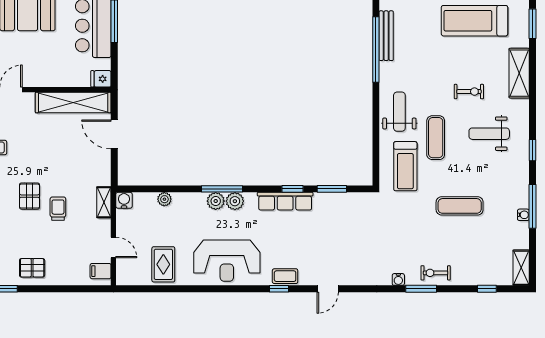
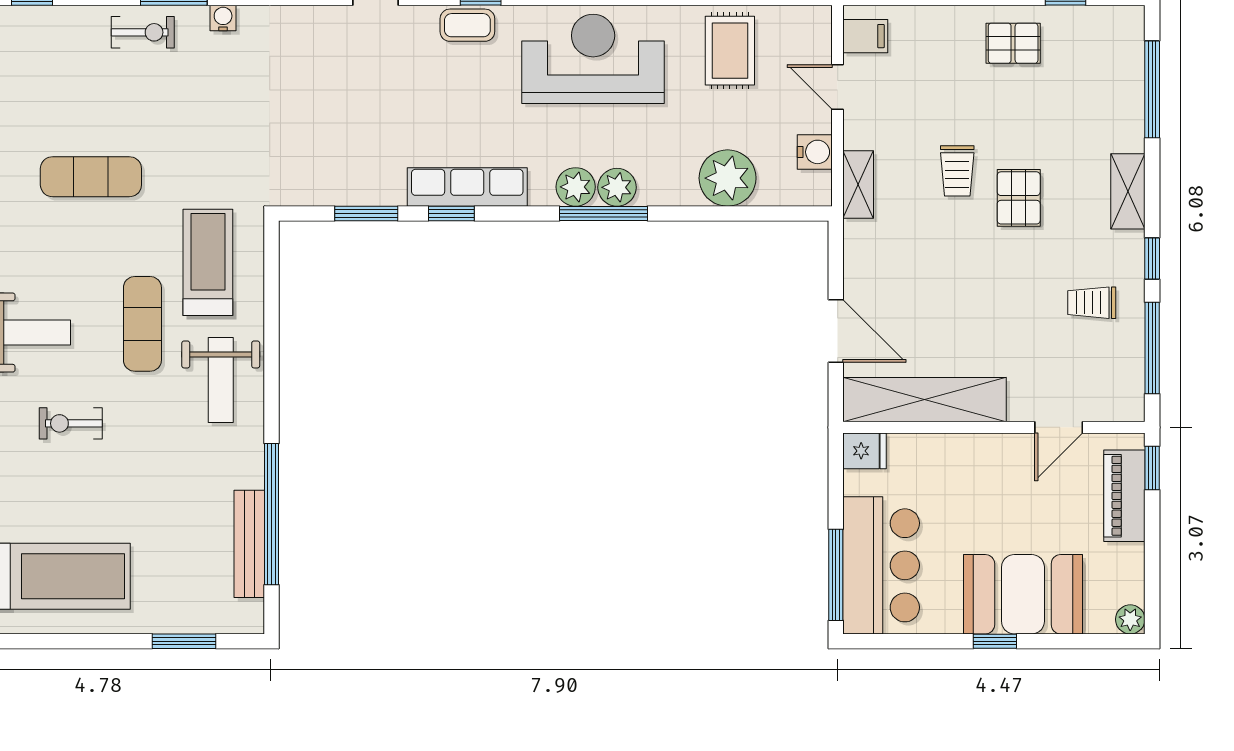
plant: (164, 199) -> (728, 178), width x1.88, depth x1.88
water cooler: (124, 200) -> (815, 152), moved, turned -90

